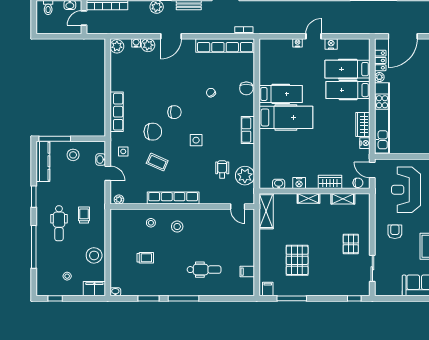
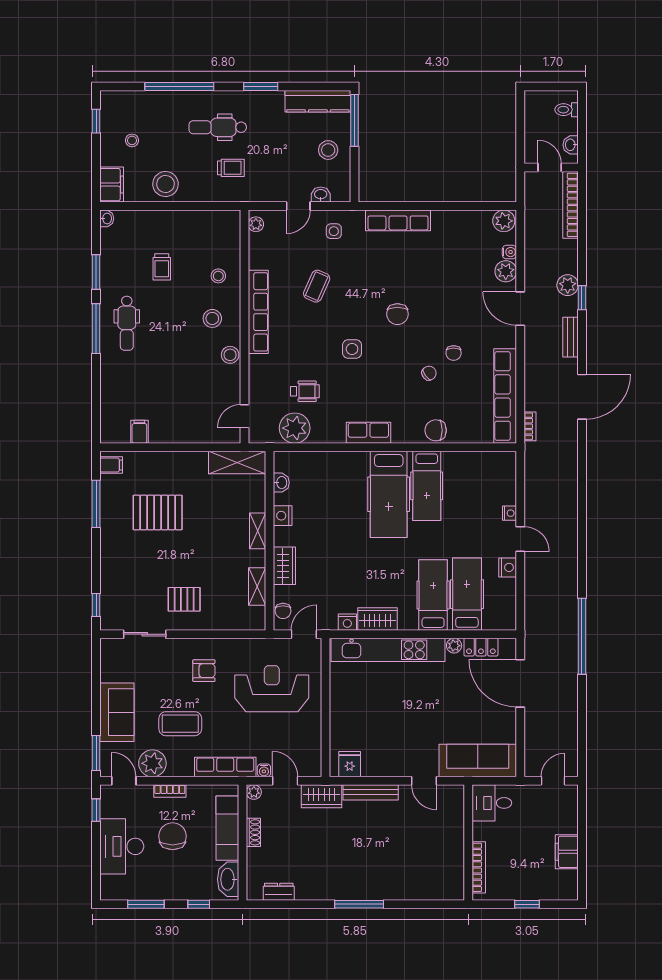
chair: (153, 132) -> (454, 353), moved, width x0.54, depth x0.54
stool: (200, 216) -> (230, 355), added
dental chair: (204, 270) -> (127, 323), moved

